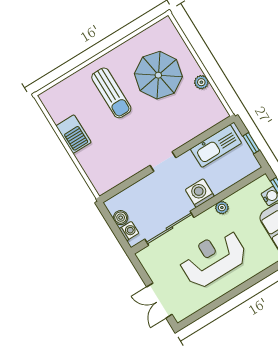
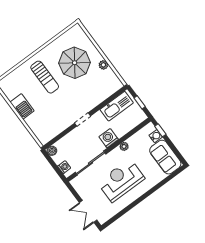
boiler: (121, 218) -> (52, 151), moved

